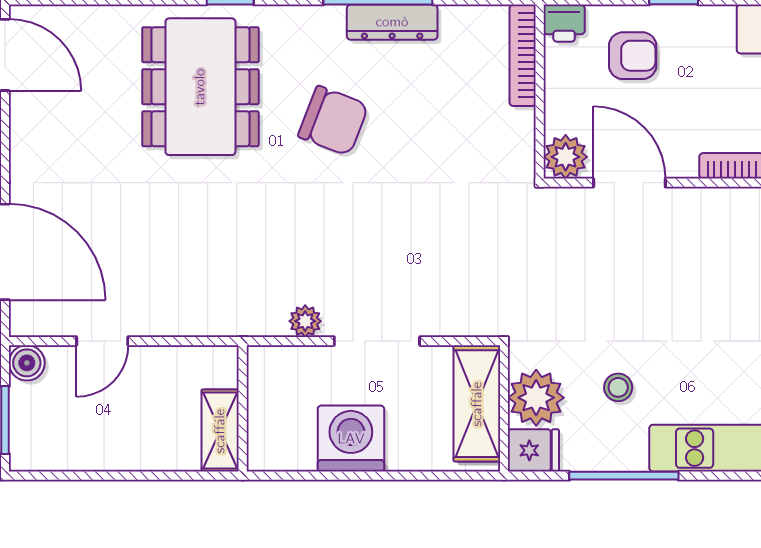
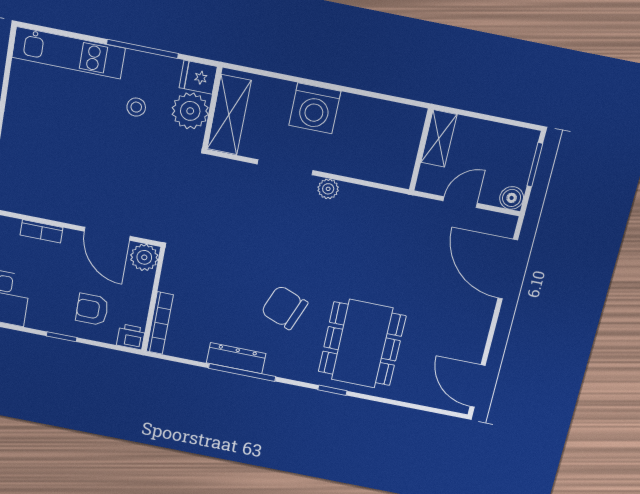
wall: (243, 408) -> (421, 150), moved
shelving: (220, 431) -> (439, 138), moved

